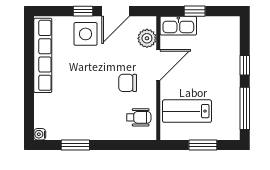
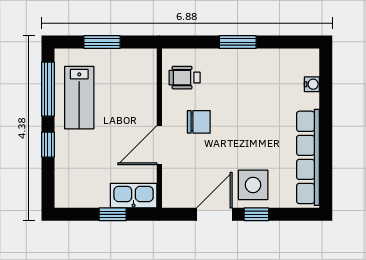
plant: (147, 38) -> (174, 179), removed
lab bench: (187, 111) -> (79, 98), moved, turned 90
water cooler: (40, 134) -> (312, 84), moved
window: (75, 145) -> (238, 42), moved

